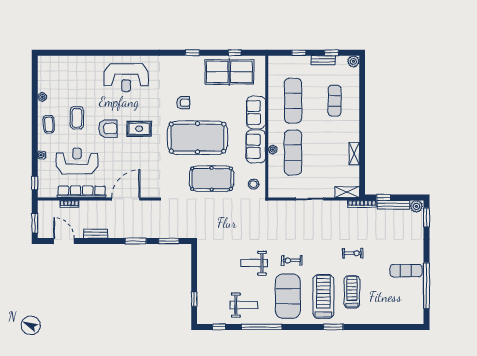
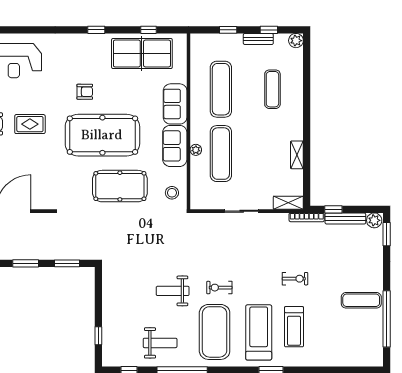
treadmill: (352, 292) -> (294, 327), turned 180

